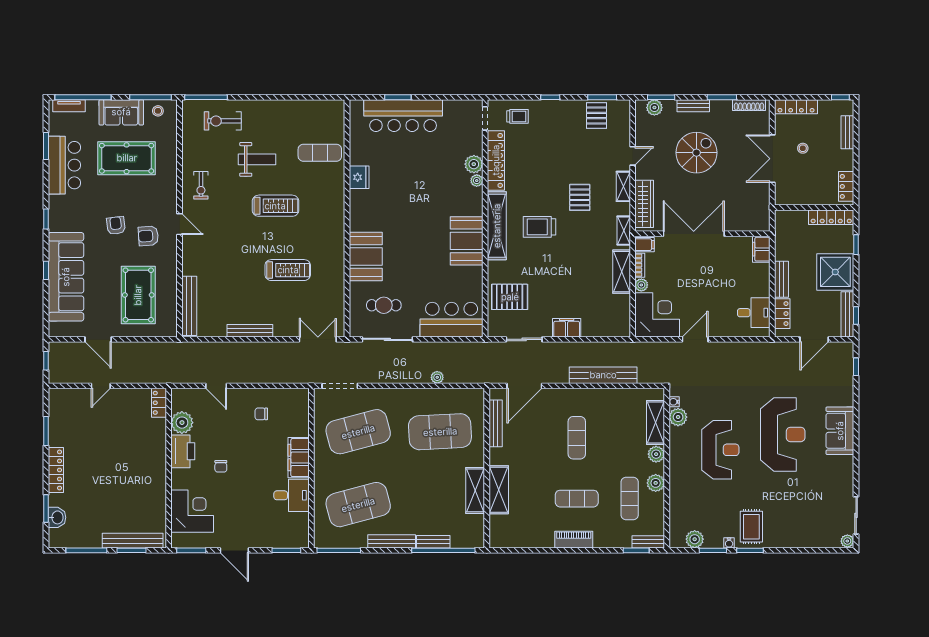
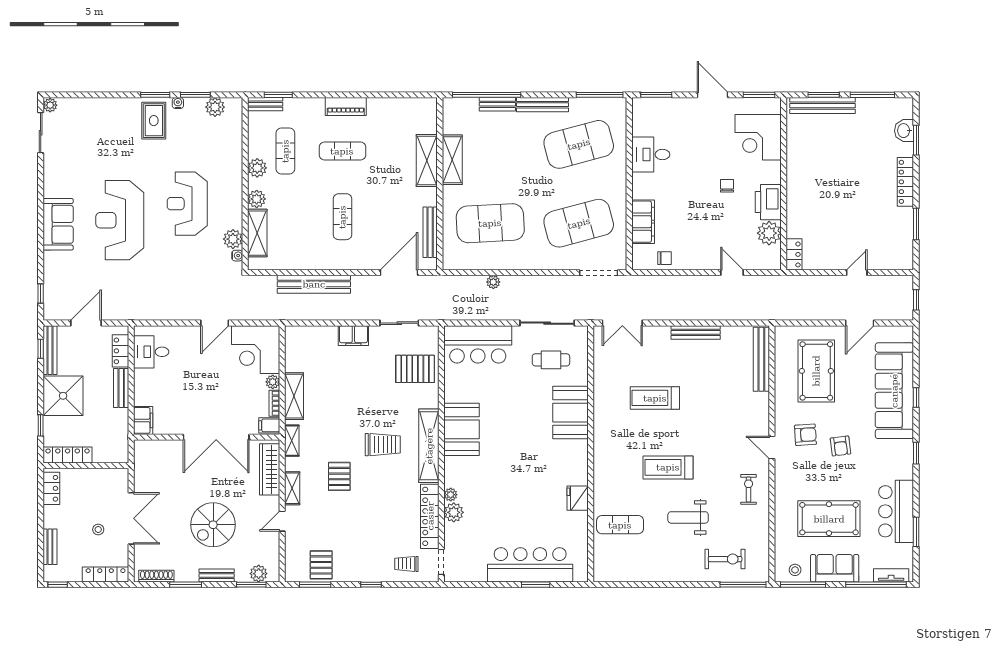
door: (98, 339) -> (860, 323), swing flipped
chair: (261, 414) -> (665, 258), moved
filing cabinet: (299, 458) -> (643, 222), moved

